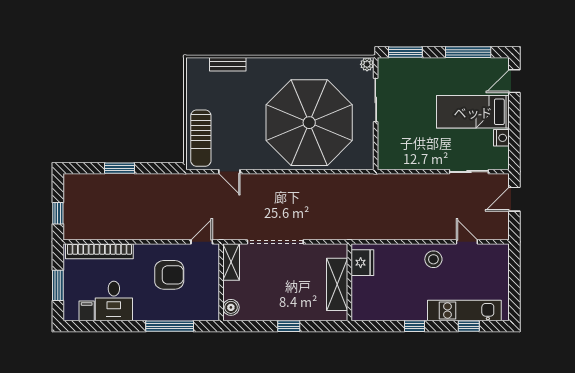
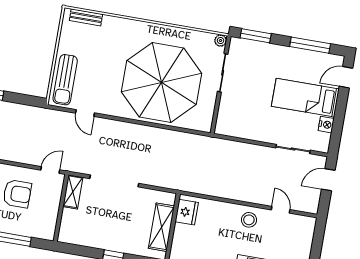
bench: (228, 64) -> (86, 17), moved
boiler: (231, 307) -> (66, 231), removed

